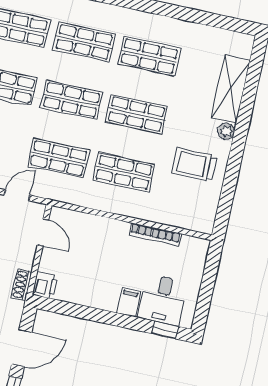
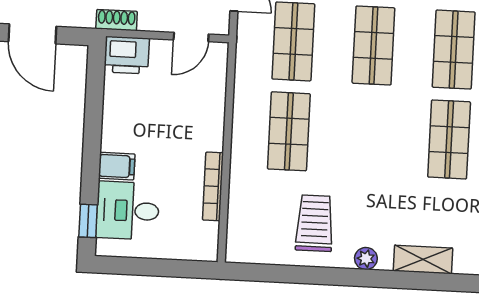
shelving: (231, 89) -> (423, 259), width x0.67, depth x0.75
shop shelf: (137, 114) -> (369, 135), removed
printer: (45, 285) -> (127, 55), width x1.36, depth x1.24

